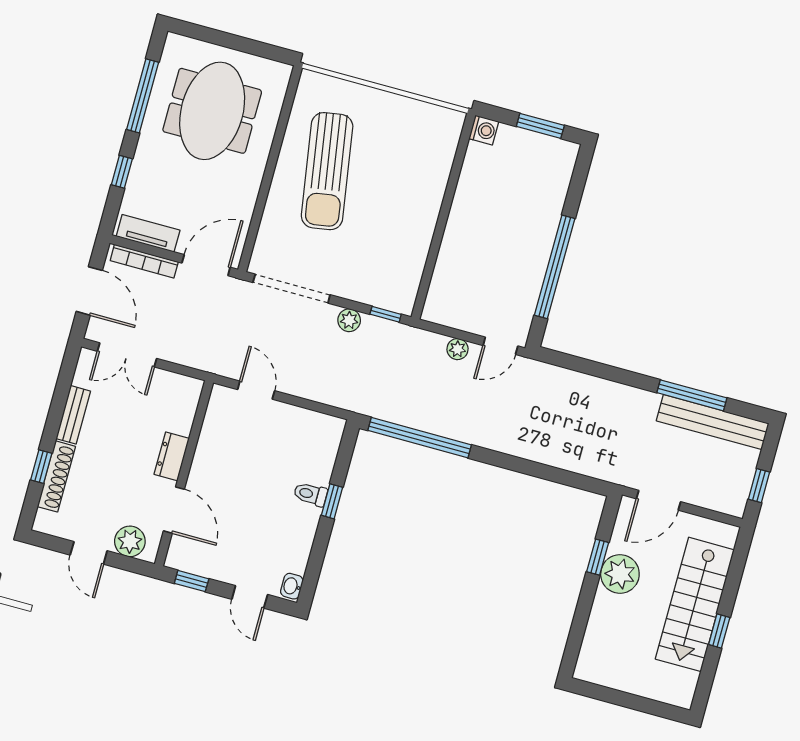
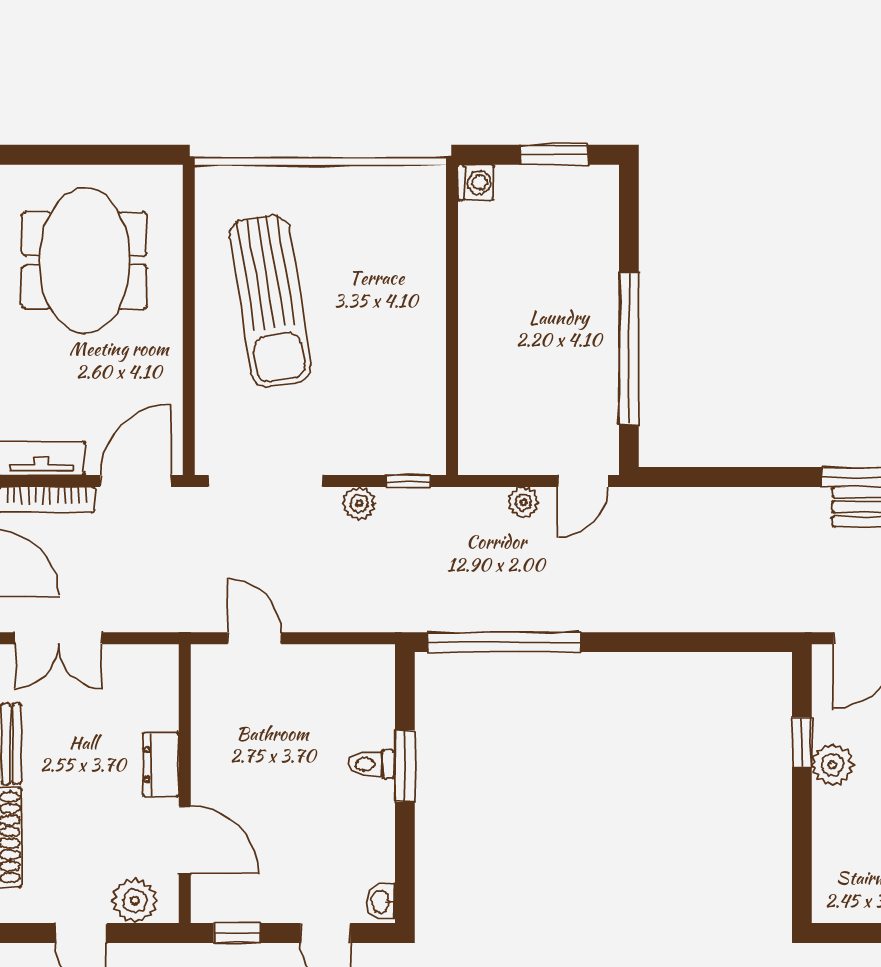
window: (332, 501) -> (405, 766), width x1.50
plant: (620, 574) -> (832, 765), width x0.73, depth x0.73

